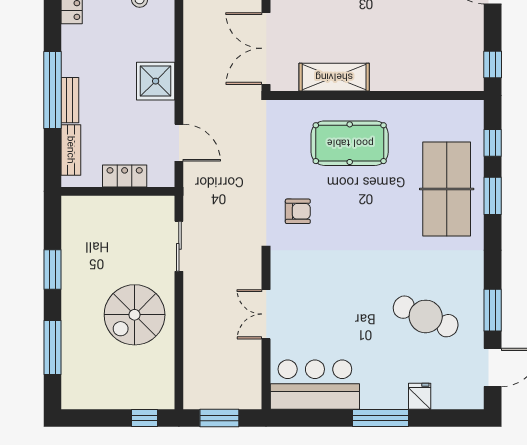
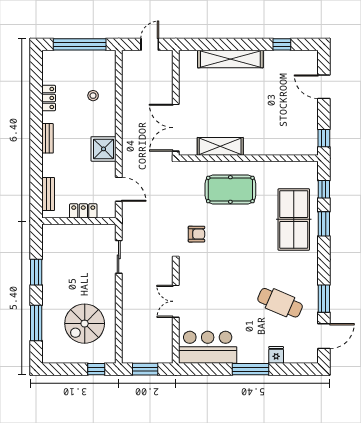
window: (52, 90) -> (36, 155), removed
bench: (70, 100) -> (48, 138), moved
spiral stairs: (135, 315) -> (85, 324), moved

